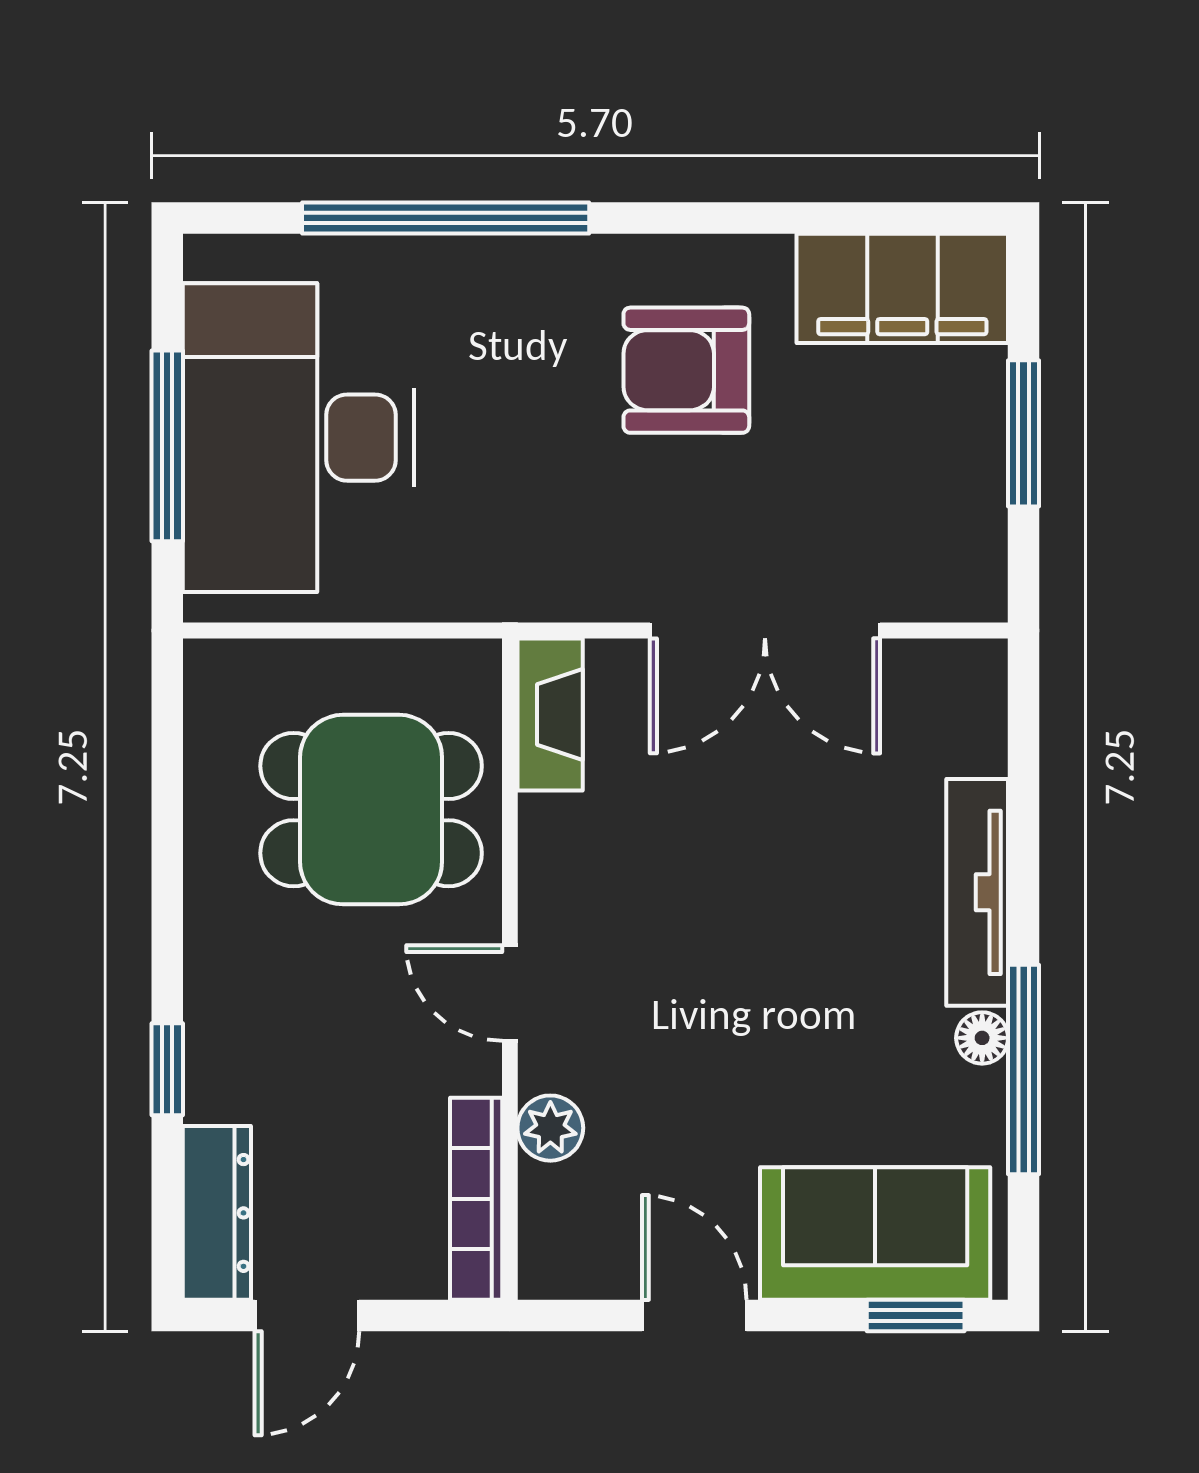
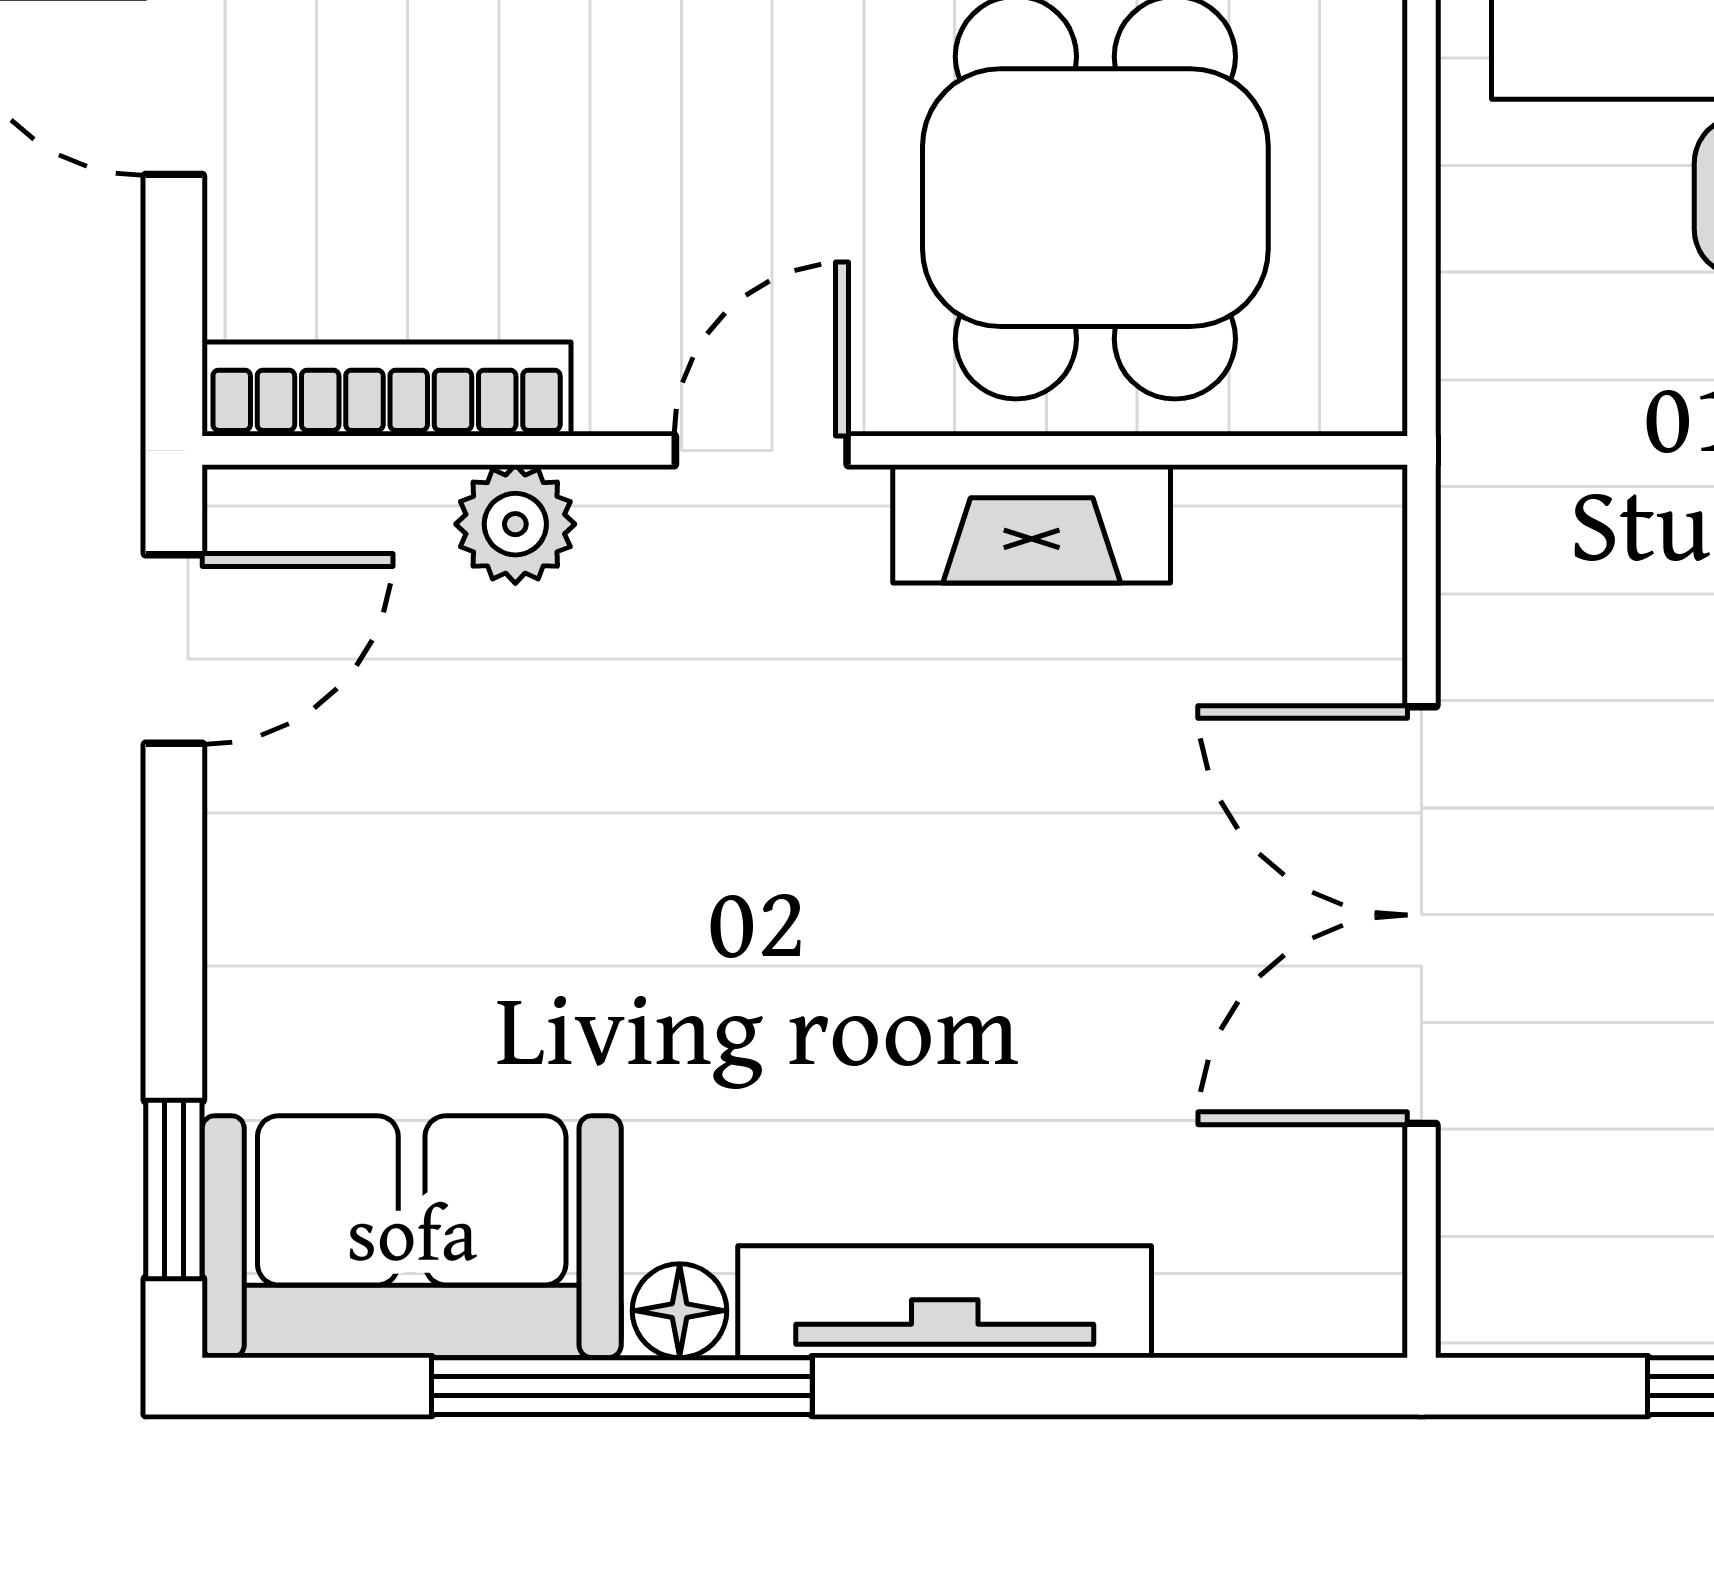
fireplace: (550, 715) -> (1032, 524), moved
sofa: (875, 1233) -> (412, 1237), moved, turned -90
door: (694, 1316) -> (174, 649), moved

